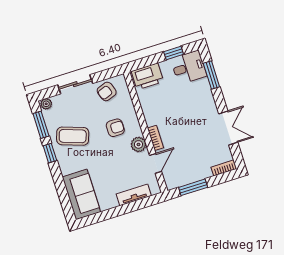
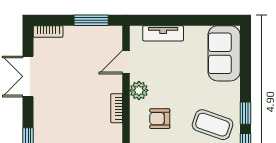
bookcase: (155, 138) -> (117, 108), moved

